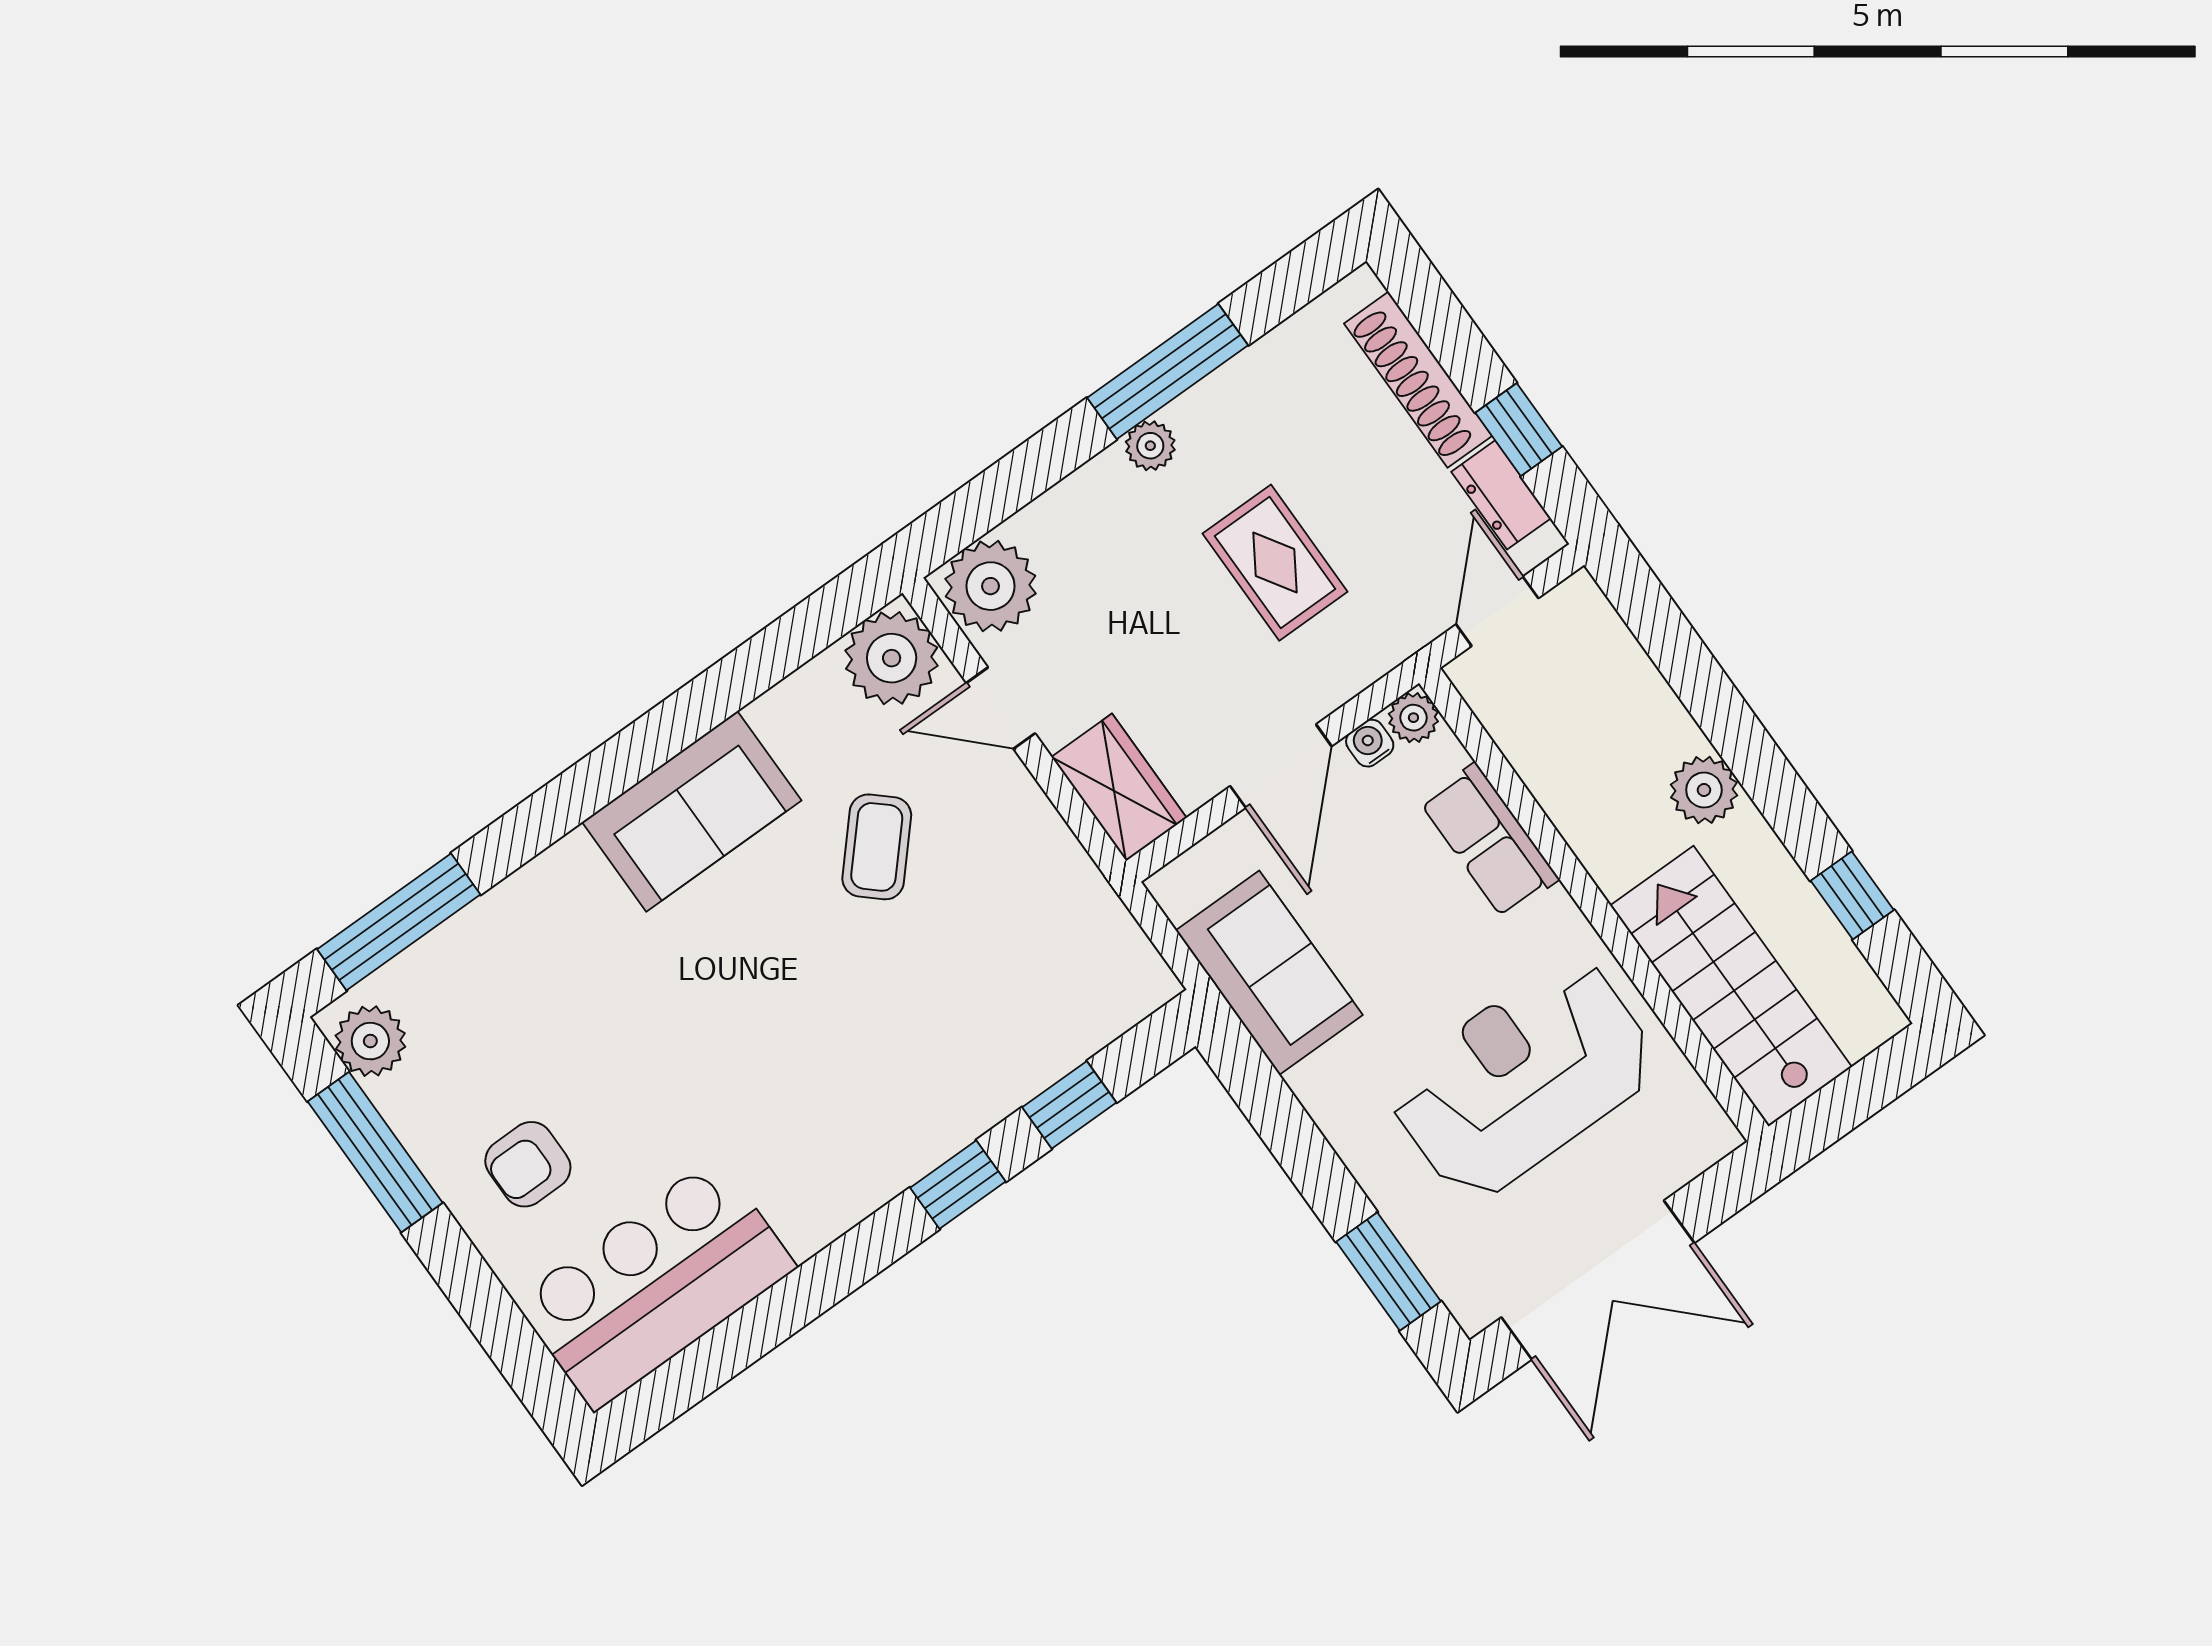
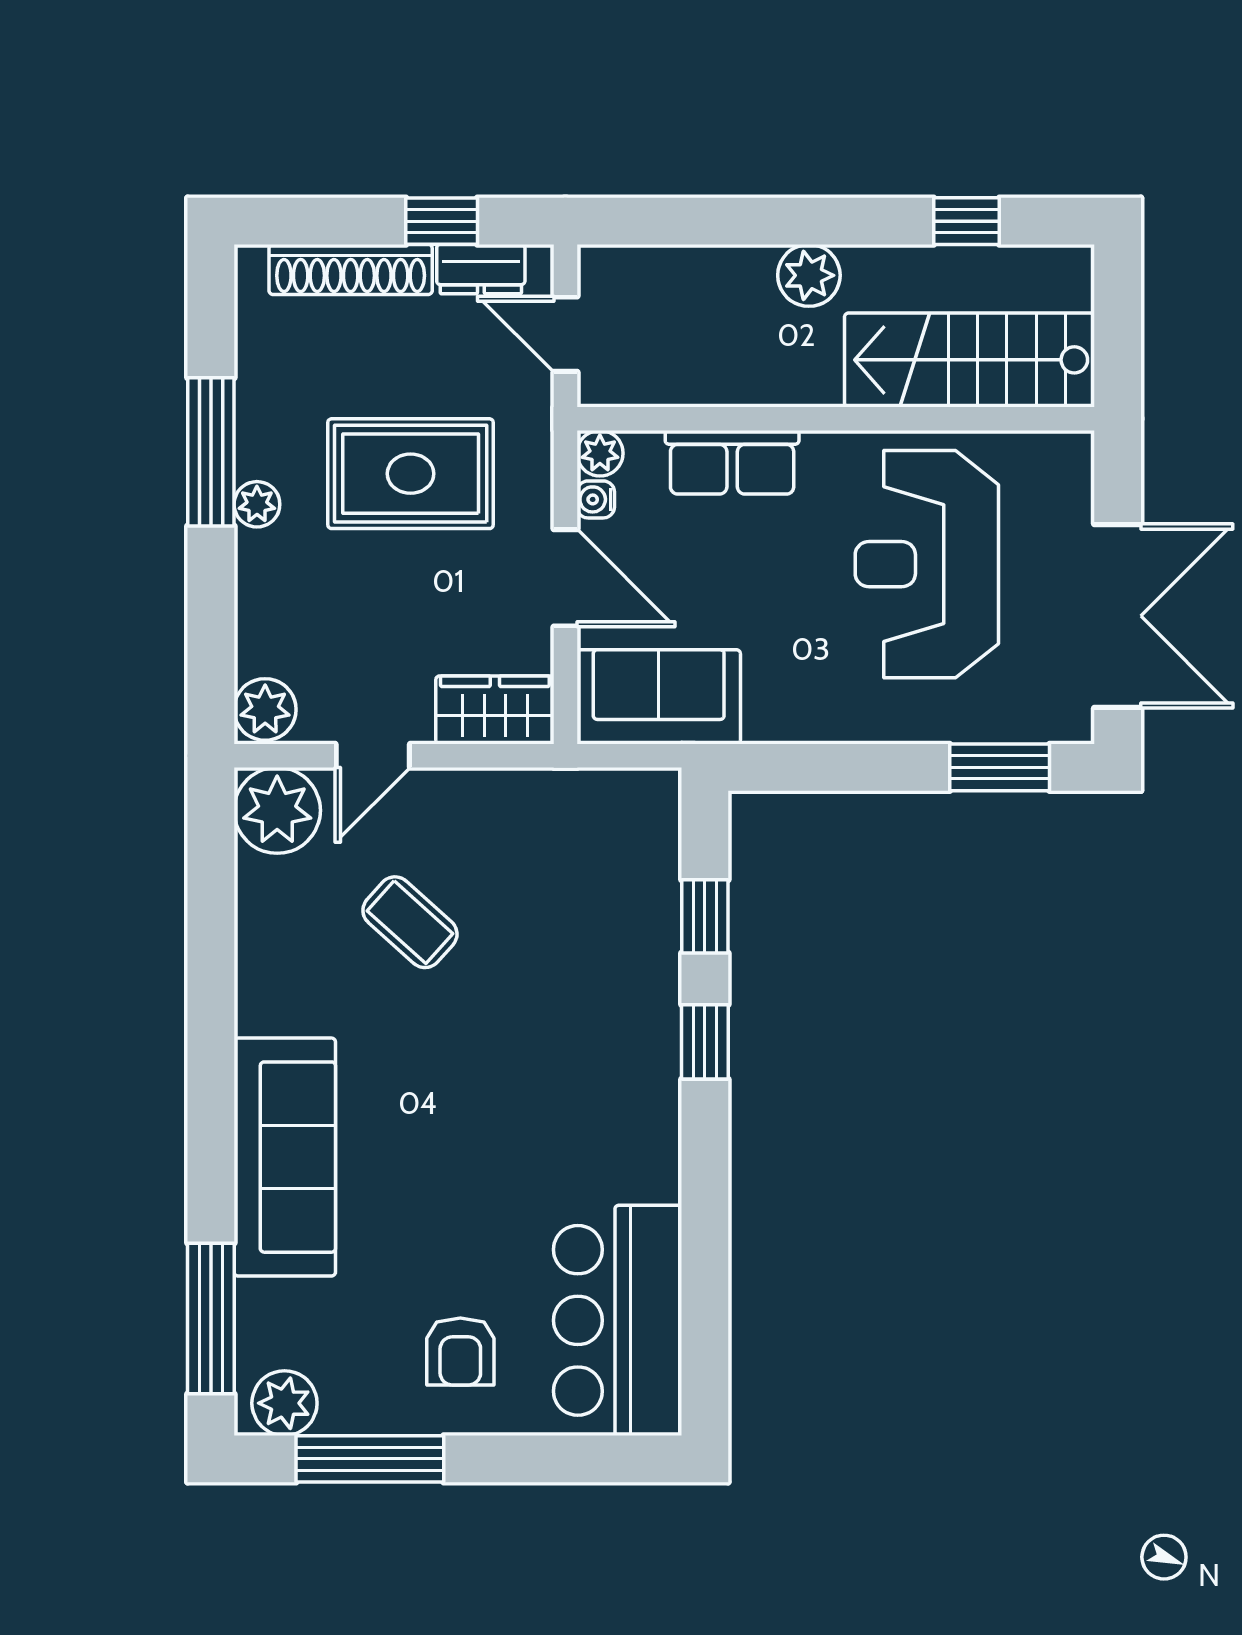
rug: (1275, 563) -> (411, 474), width x1.36, depth x1.43
plant: (991, 586) -> (265, 710), width x0.73, depth x0.73
sofa: (692, 811) -> (285, 1157), moved, width x1.36
sofa: (1269, 973) -> (659, 697), moved

